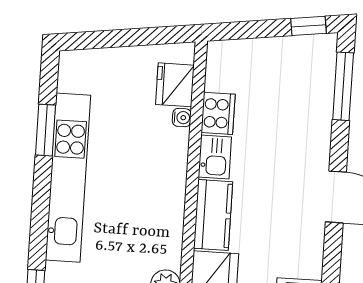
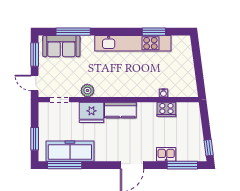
fridge: (175, 85) -> (178, 89), removed
kitchen sink: (215, 157) -> (166, 154), moved, turned 180

